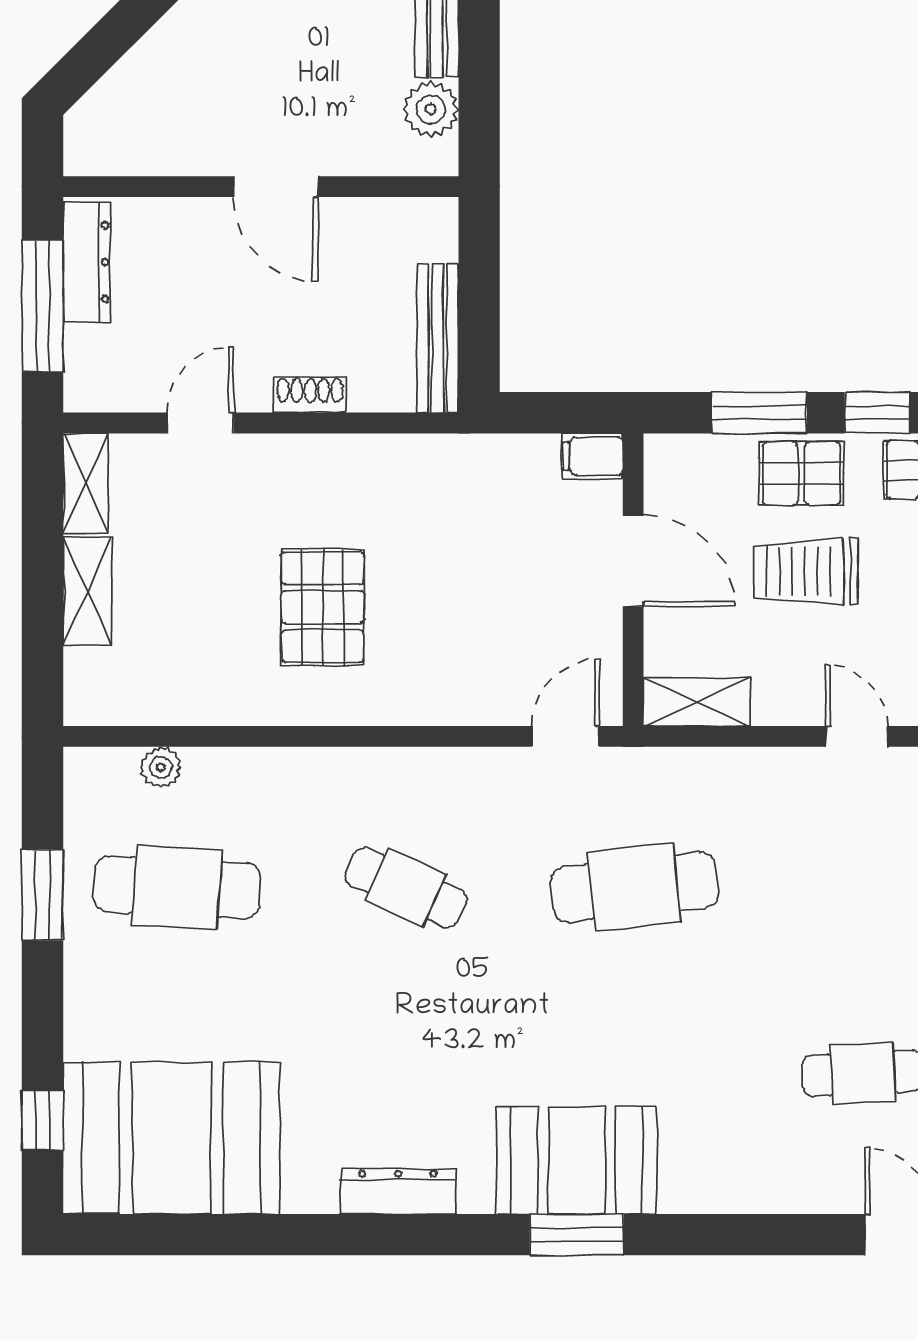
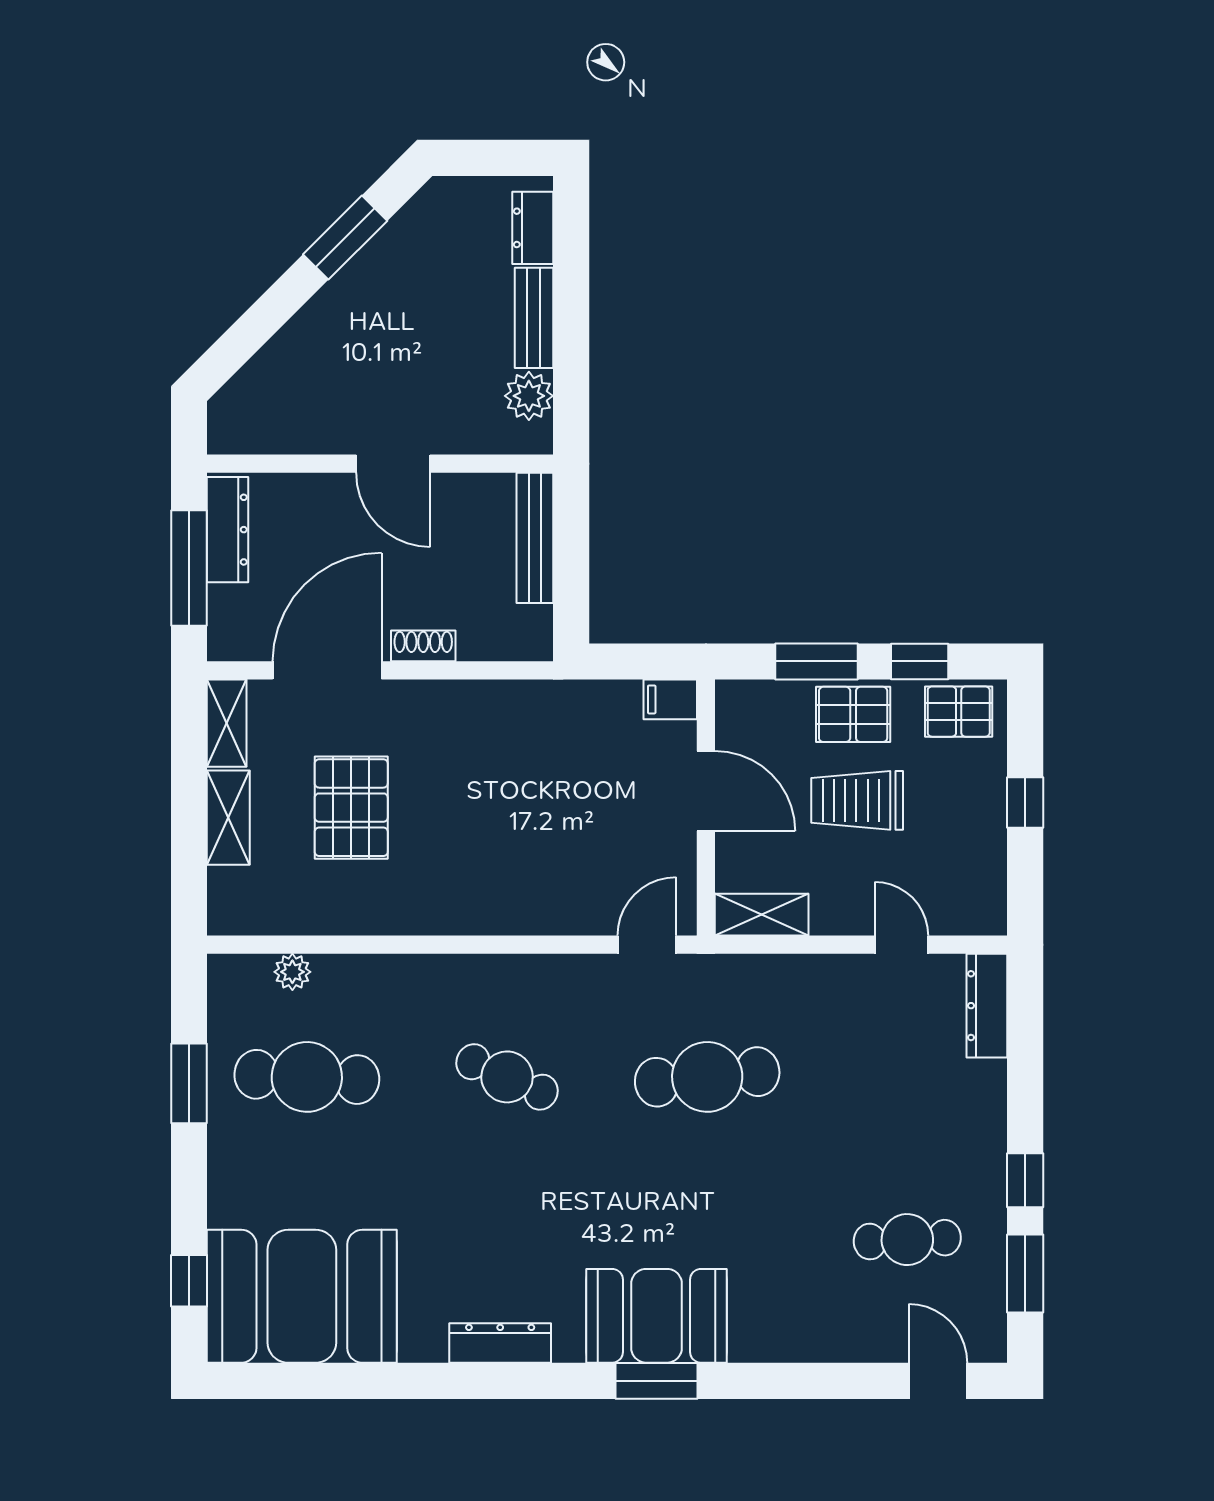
bench: (438, 338) -> (535, 538), moved
door: (200, 423) -> (327, 670), width x1.87
pallet: (323, 607) -> (351, 808), moved

